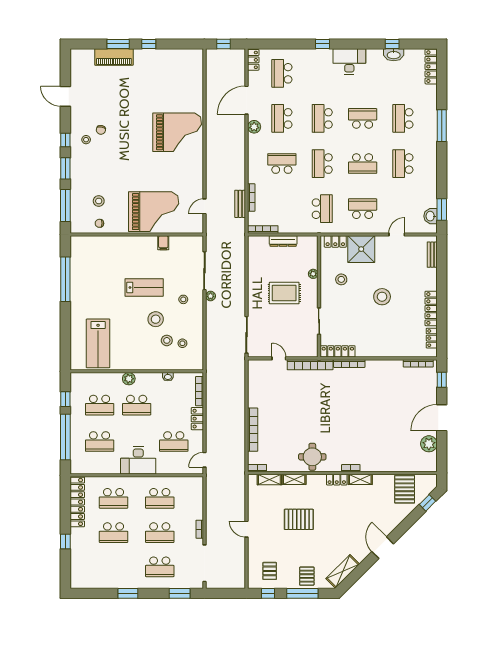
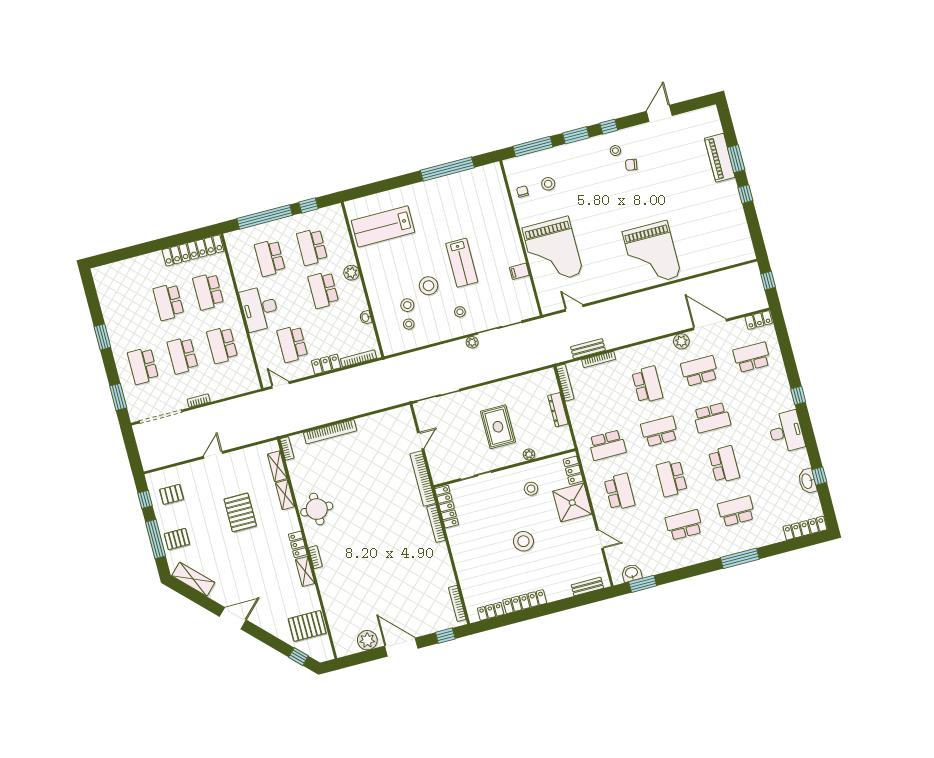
school desk: (322, 118) -> (712, 418), turned 180
window: (65, 541) -> (144, 249), removed

